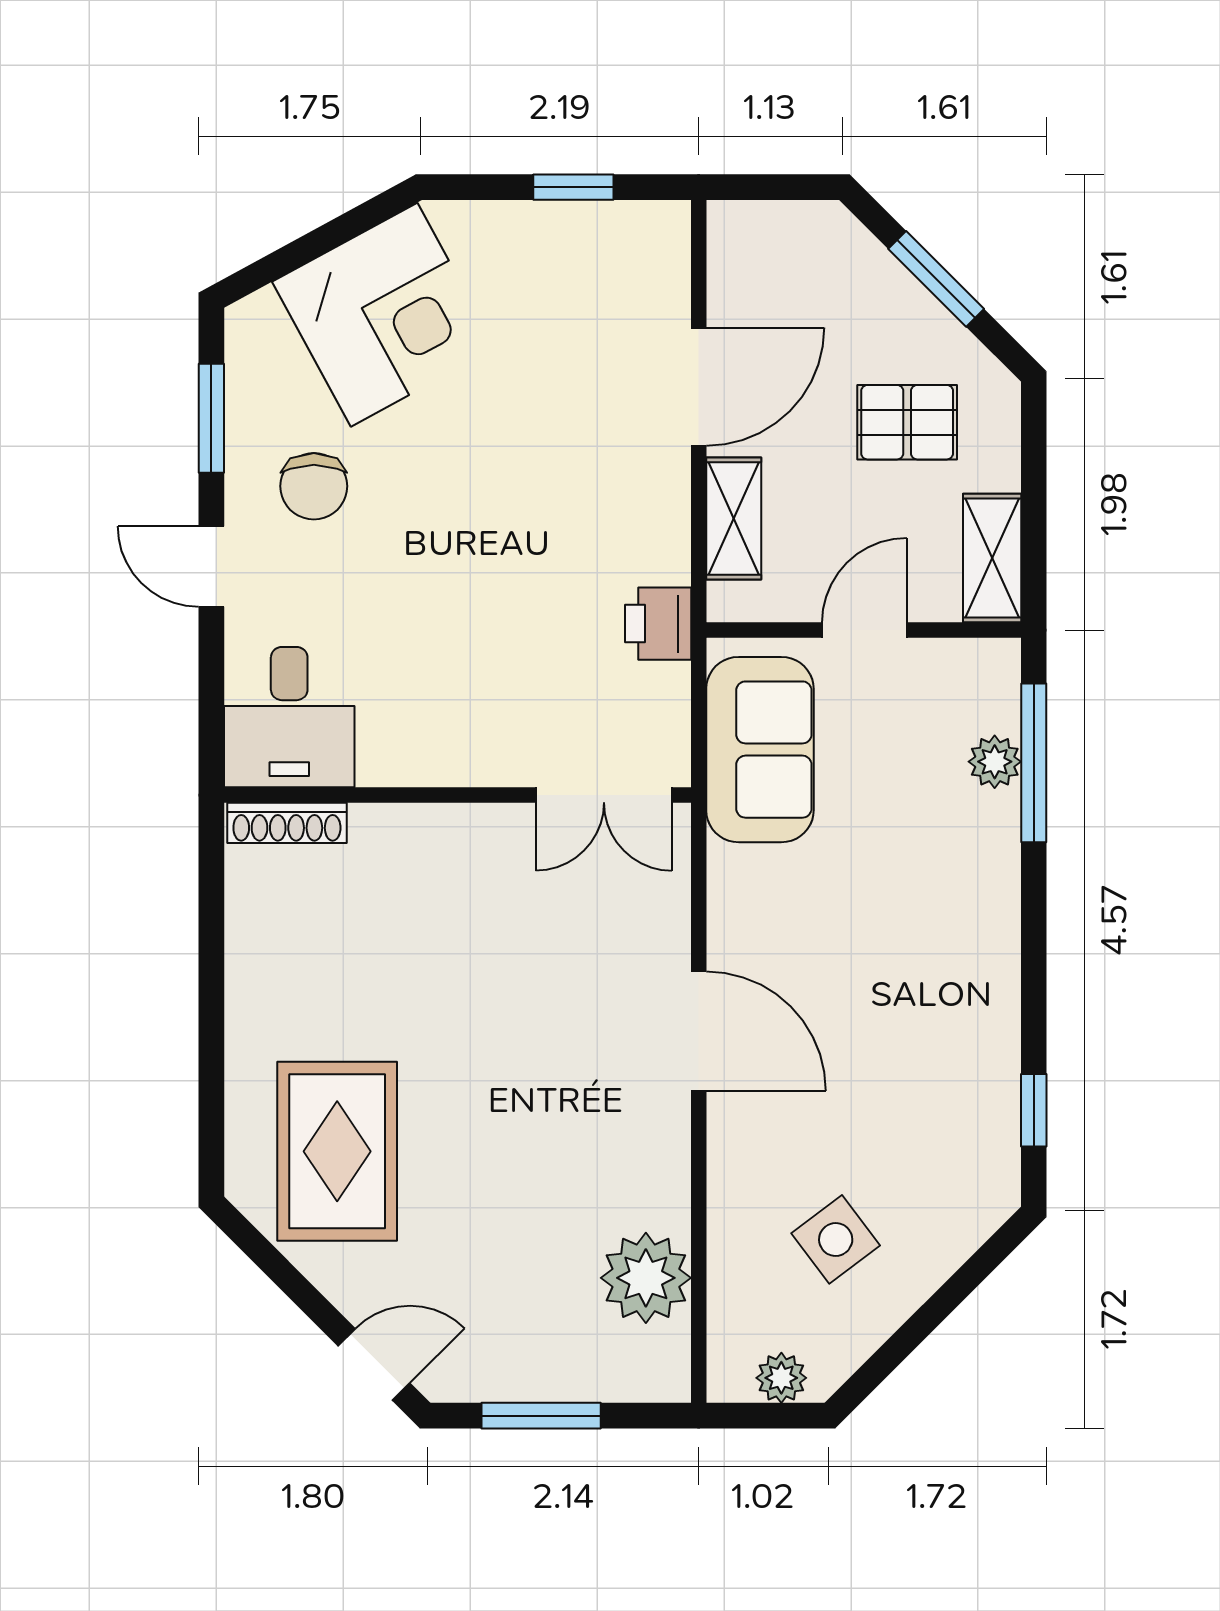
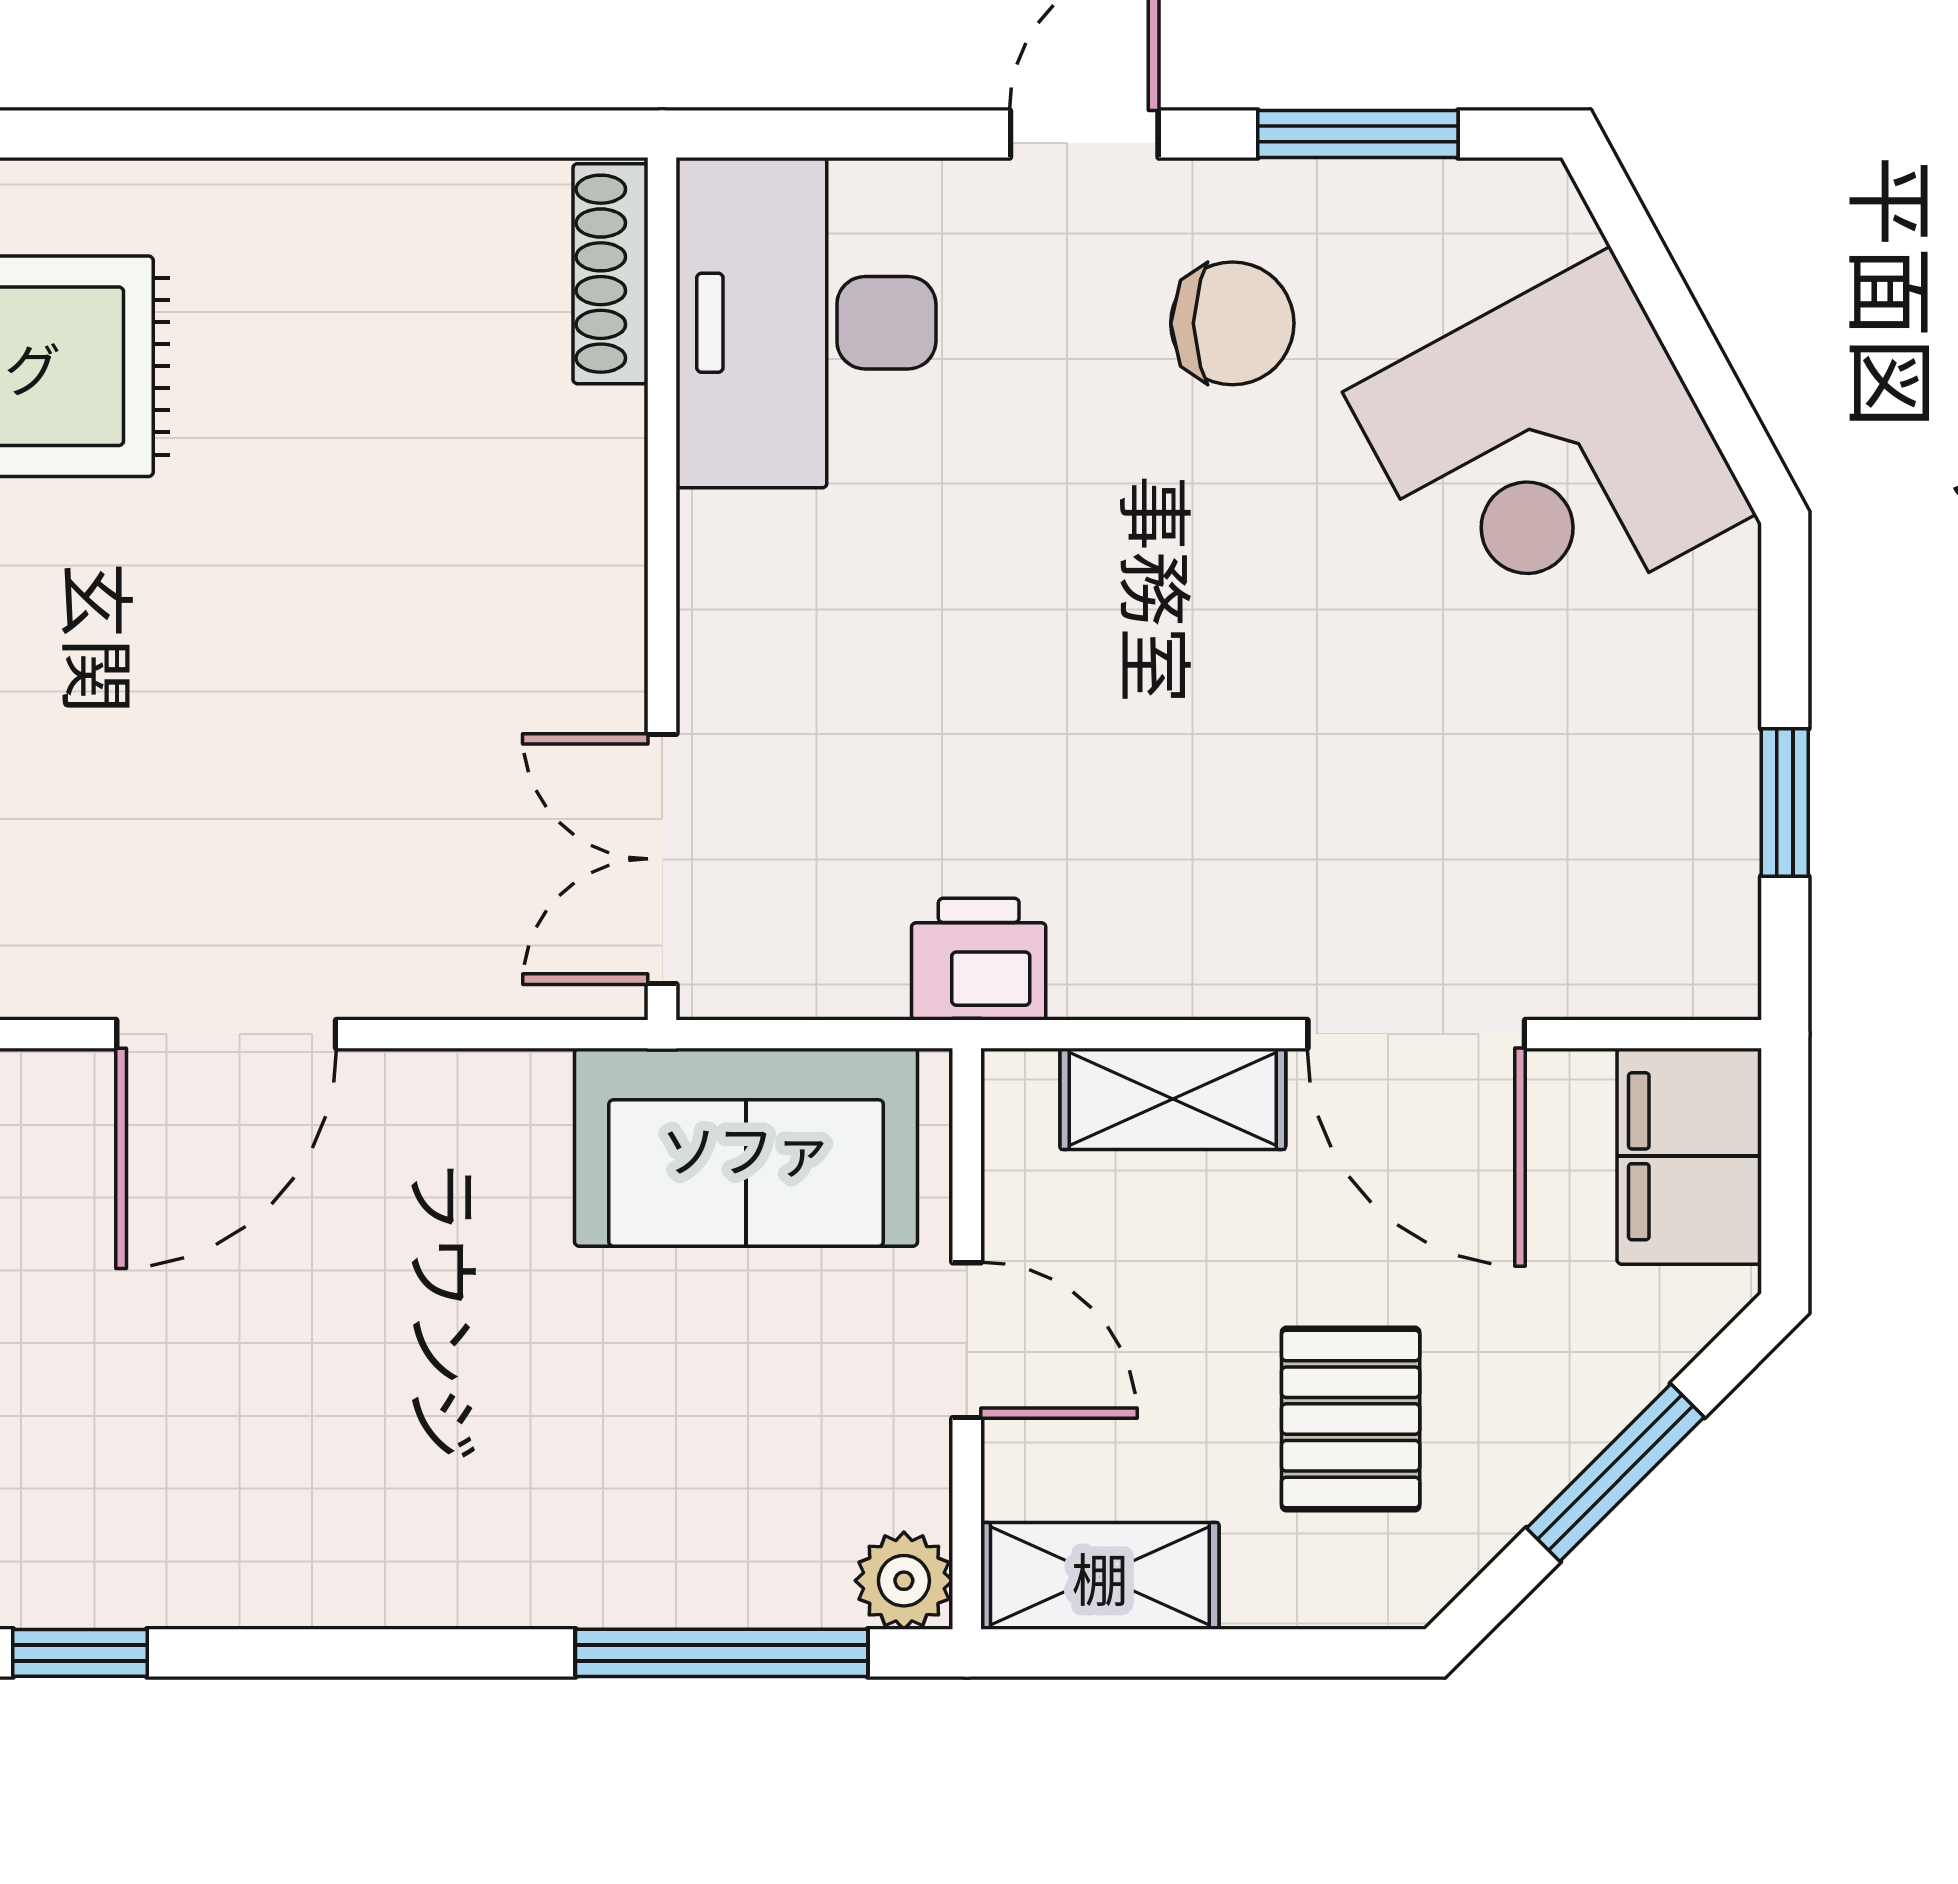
filing cabinet: (765, 239) -> (1689, 1156), added
chair: (314, 486) -> (1232, 323), turned 180
desk: (289, 717) -> (806, 323), width x1.37
plant: (995, 762) -> (904, 1581), moved

